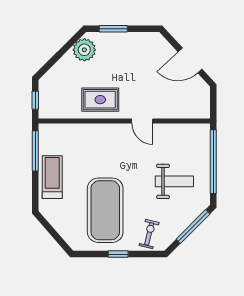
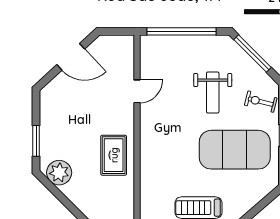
door: (190, 60) -> (71, 57), hinge flipped
door: (142, 121) -> (137, 91), moved
weight bench: (174, 181) -> (213, 92), moved, turned 180

